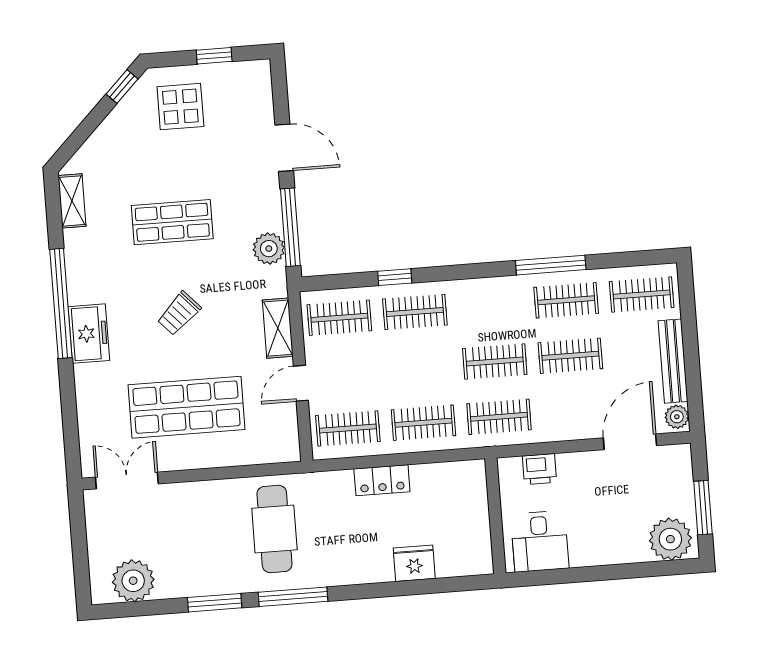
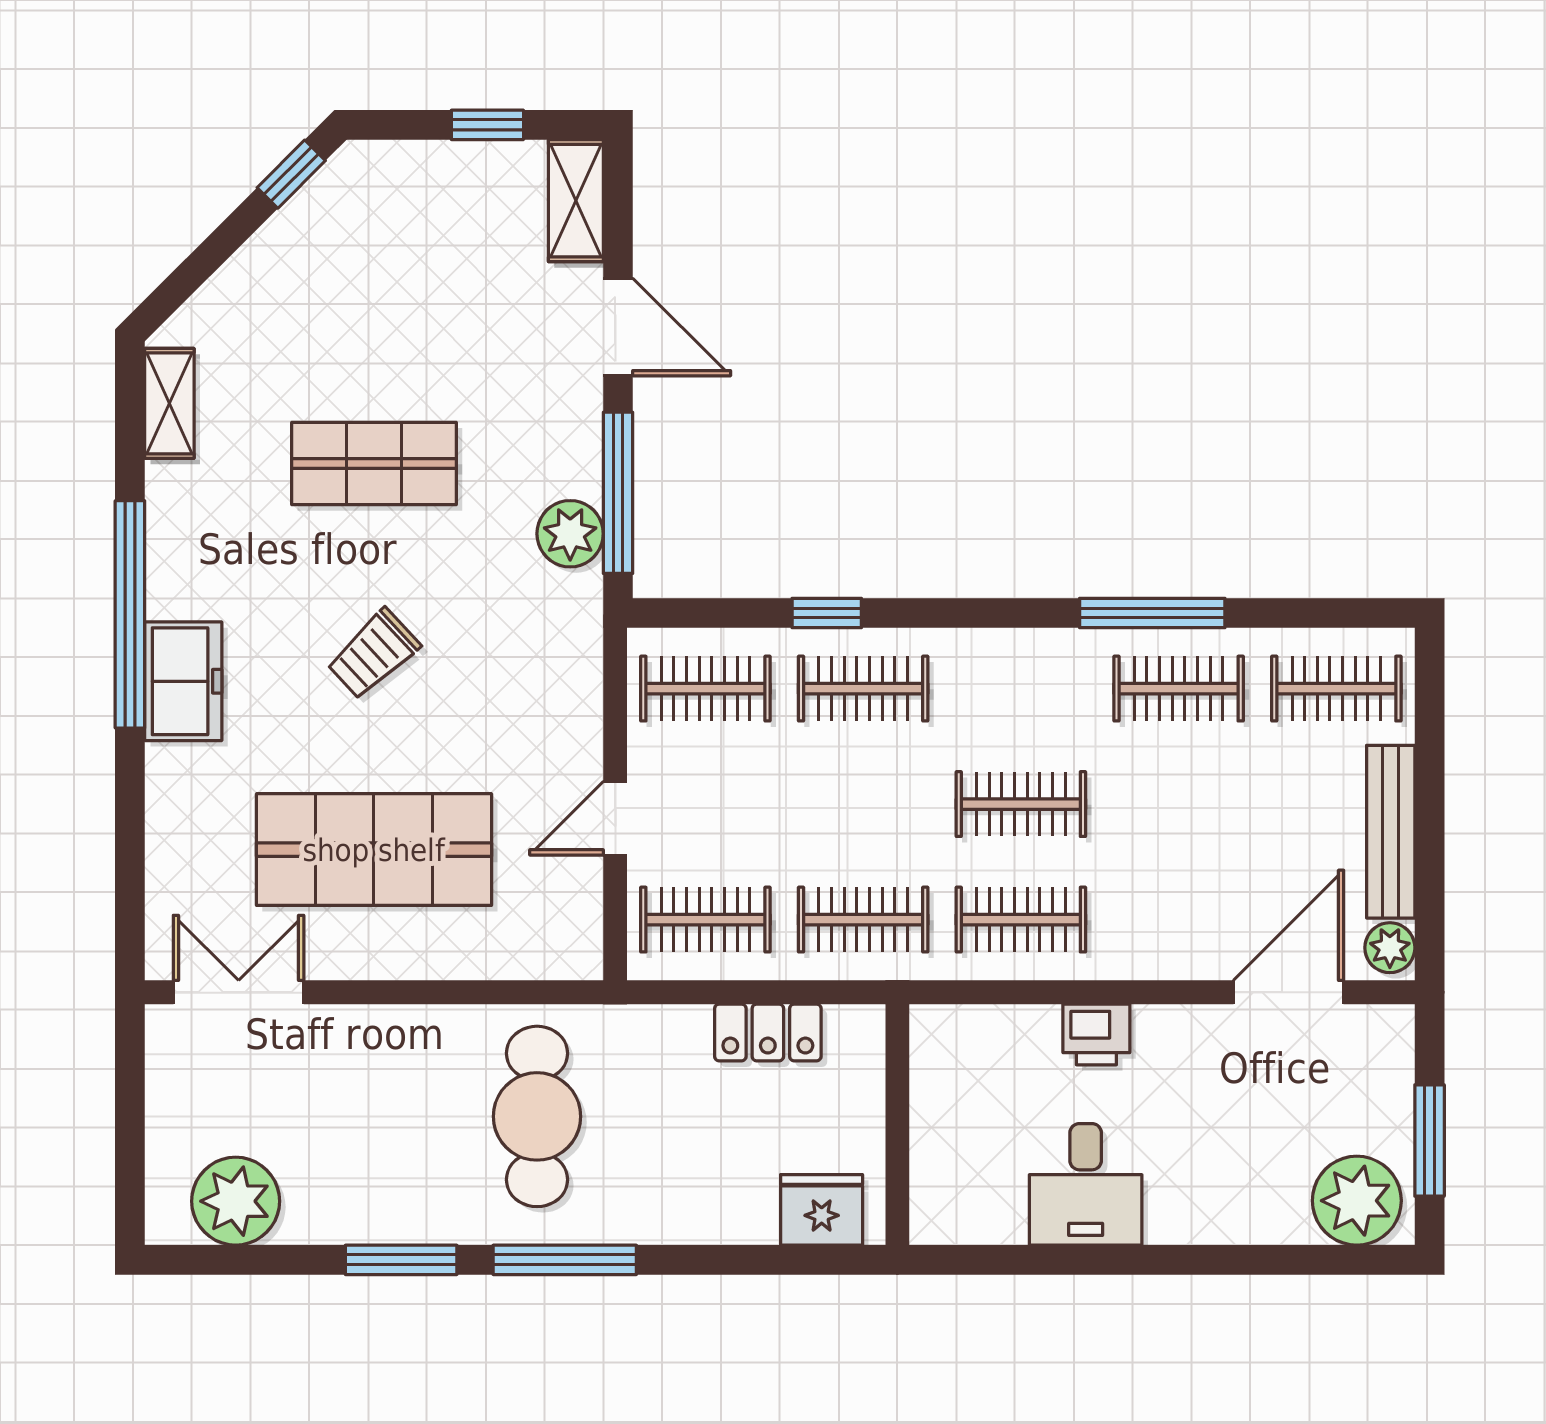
display table: (180, 107) -> (409, 225), removed
shelving: (278, 328) -> (576, 201), moved
clothes rail: (570, 356) -> (1179, 804), removed
wall: (495, 516) -> (897, 1125), moved

